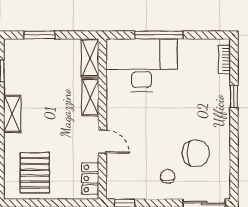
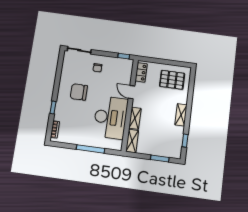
desk: (142, 65) -> (110, 117), moved, turned -90
chair: (196, 153) -> (79, 92), moved
pallet: (35, 173) -> (172, 80), turned 90

